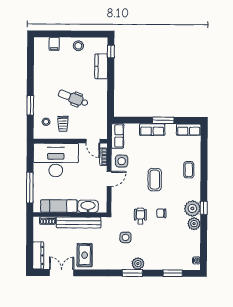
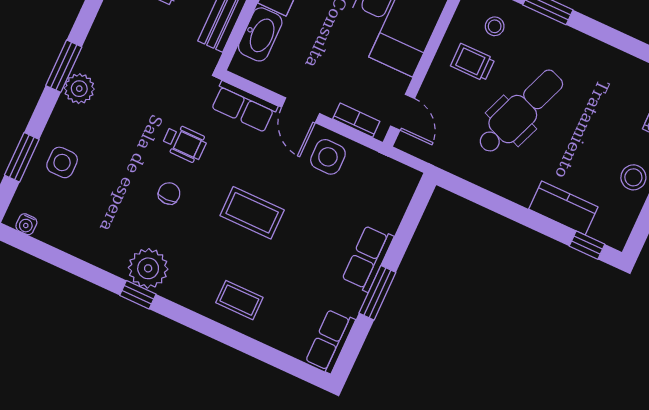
dental chair: (73, 98) -> (520, 112), width x1.36, depth x1.38
row of seats: (118, 136) -> (244, 107), moved
door: (93, 141) -> (403, 112), swing flipped
plant: (194, 224) -> (112, 257), removed
side table: (126, 237) -> (62, 162), moved

